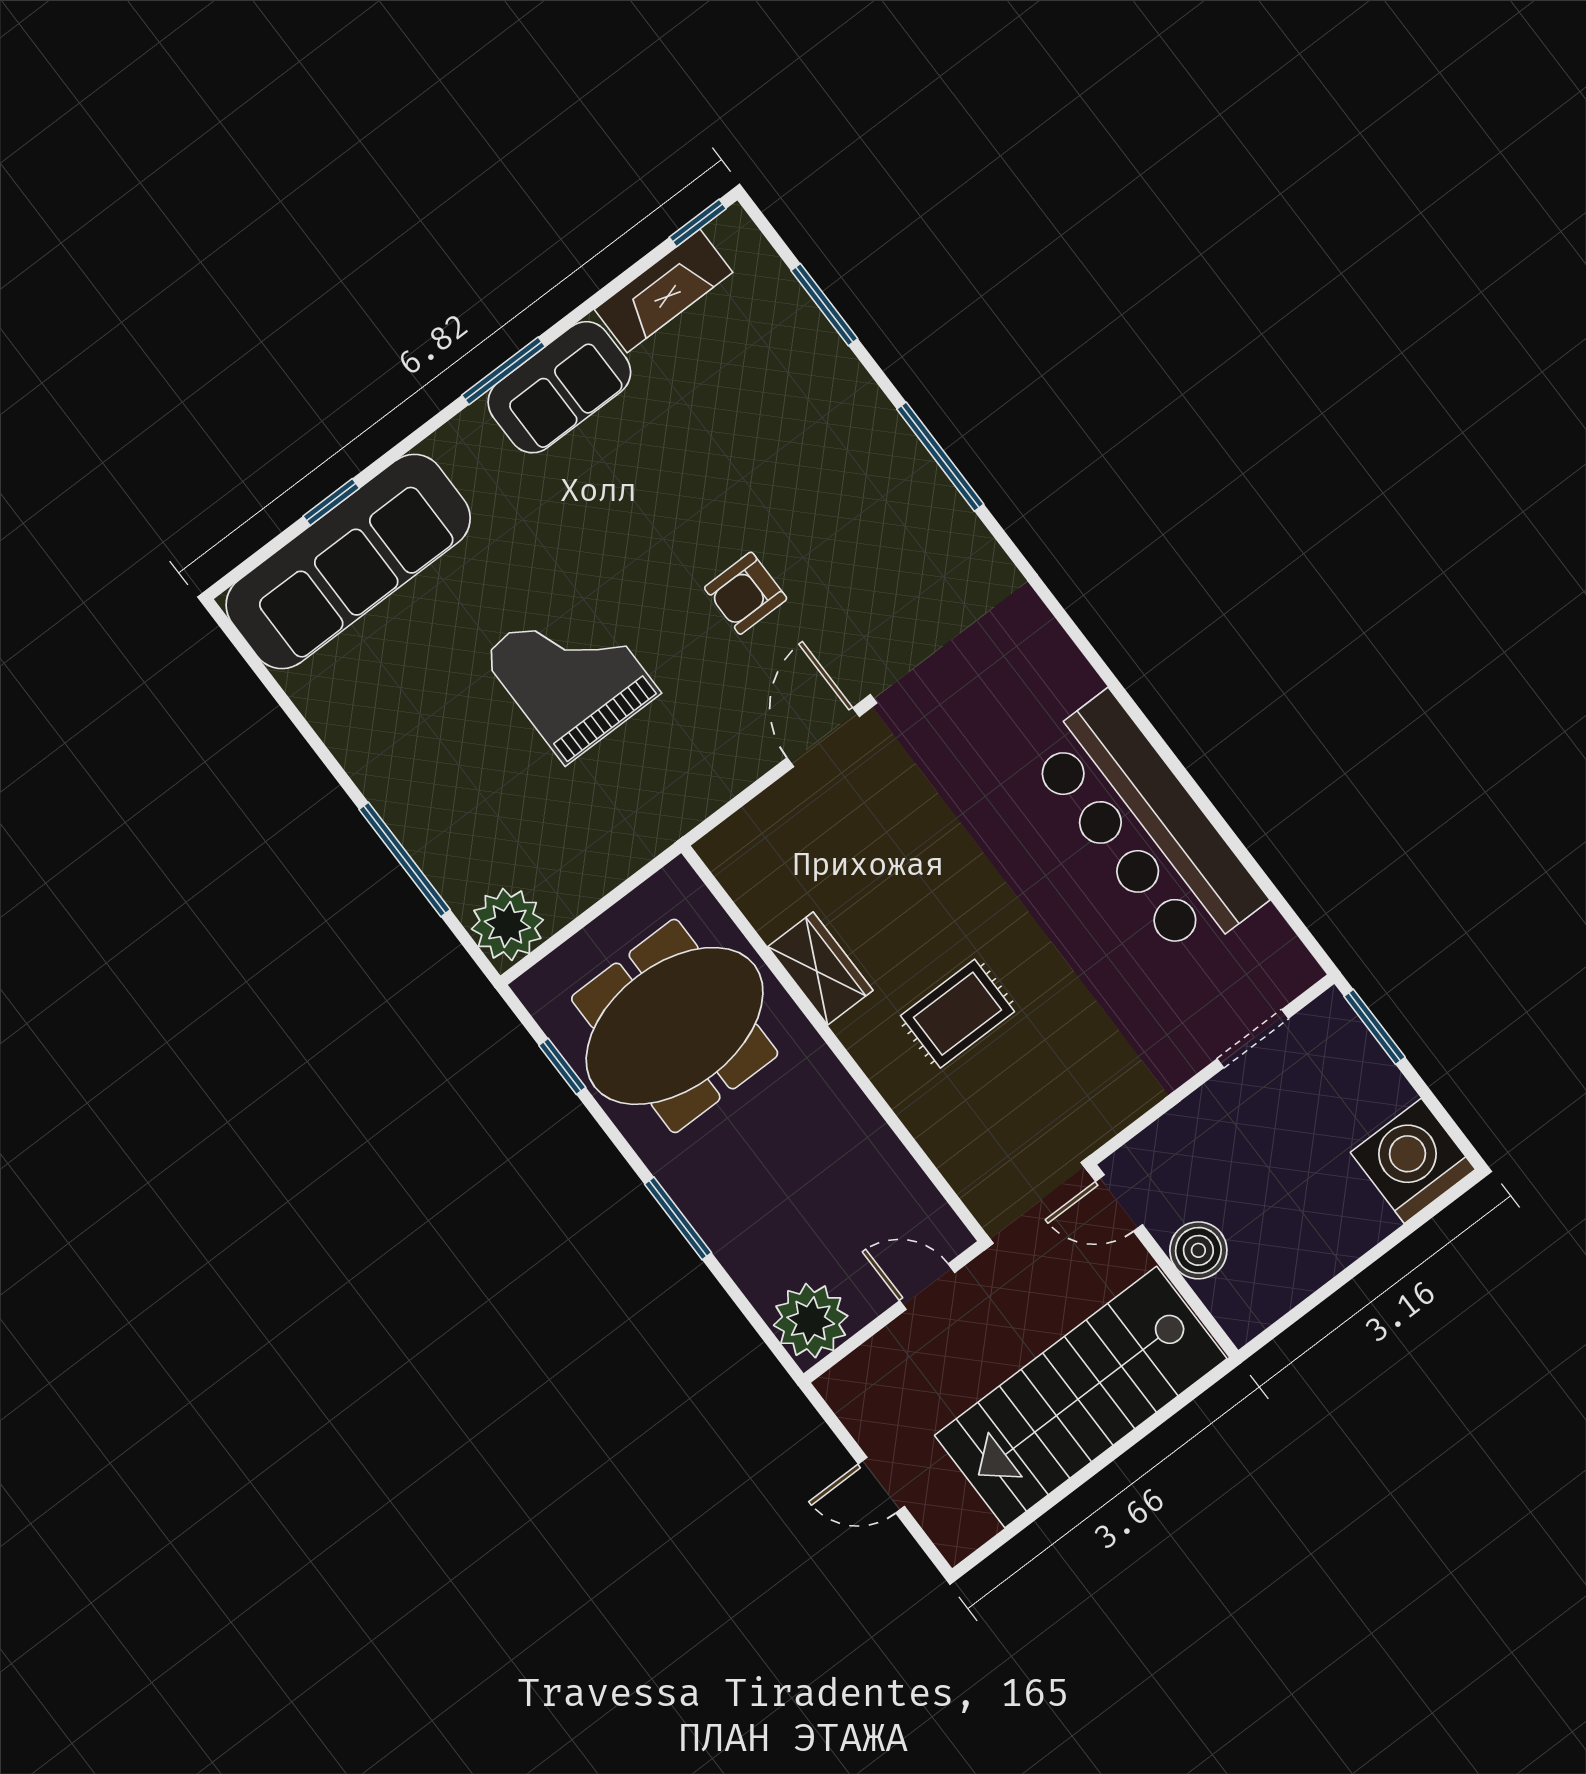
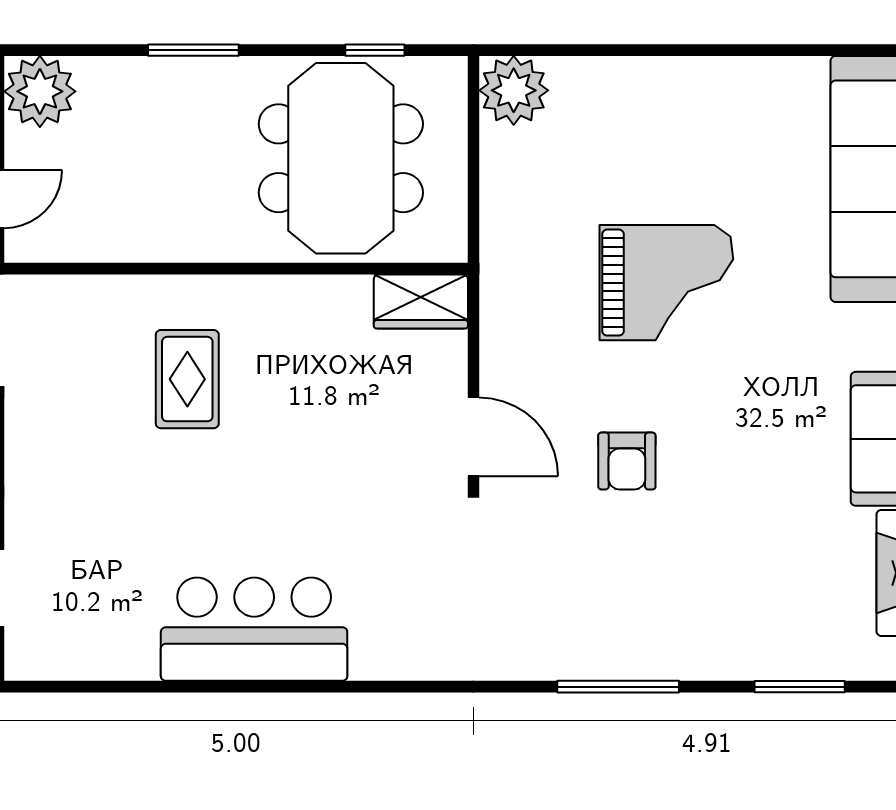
armchair: (746, 593) -> (627, 461), turned 180
bar counter: (1146, 826) -> (254, 629), width x0.73
window: (405, 859) -> (622, 50), removed
wardrobe: (820, 968) -> (421, 301), moved

